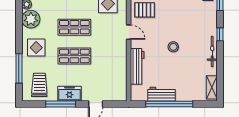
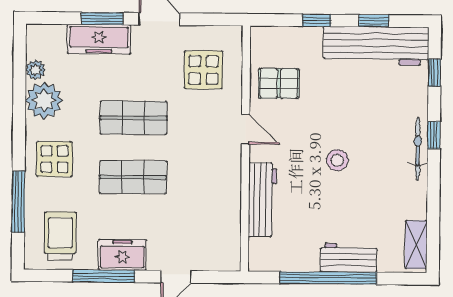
bicycle: (212, 51) -> (418, 149), moved
workbench: (162, 94) -> (349, 258), moved

